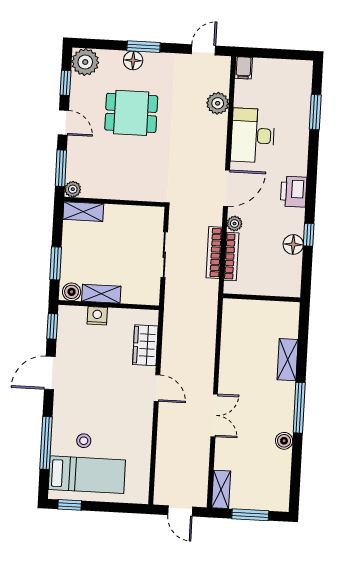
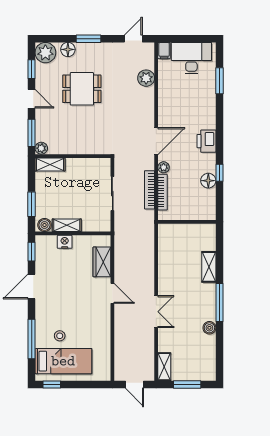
floor lamp: (133, 60) -> (68, 49), moved
desk: (253, 135) -> (191, 58), moved, turned 90

